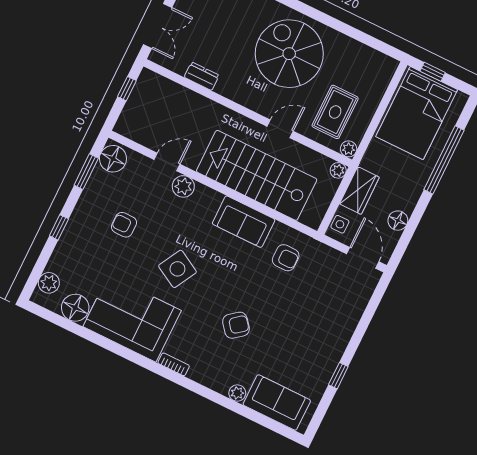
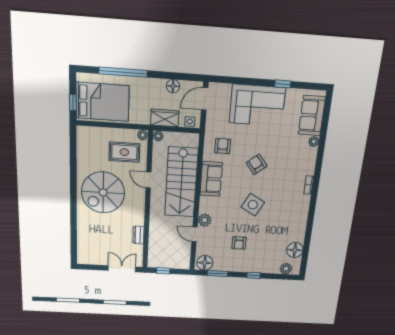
corner sofa: (132, 318) -> (257, 105), moved, turned -90
armchair: (236, 325) -> (257, 164), moved

